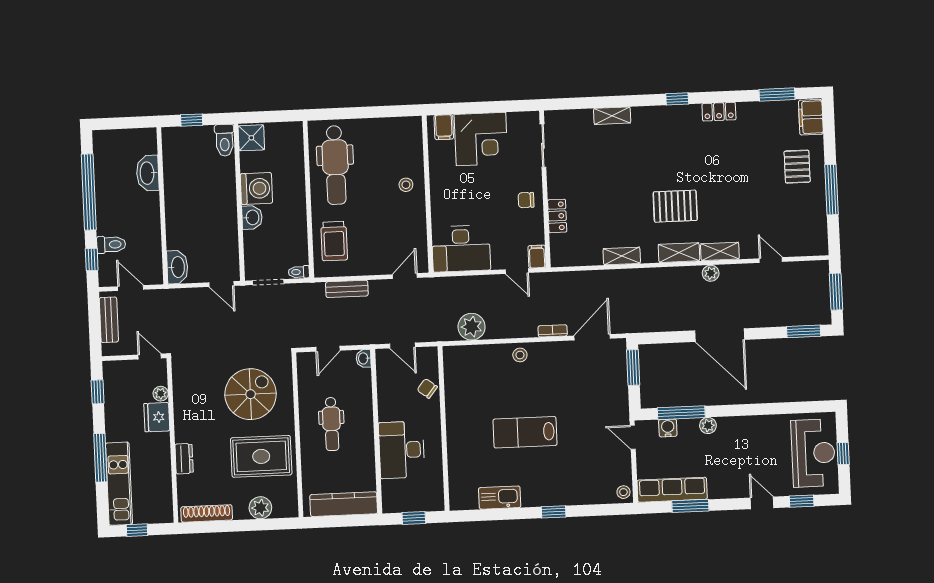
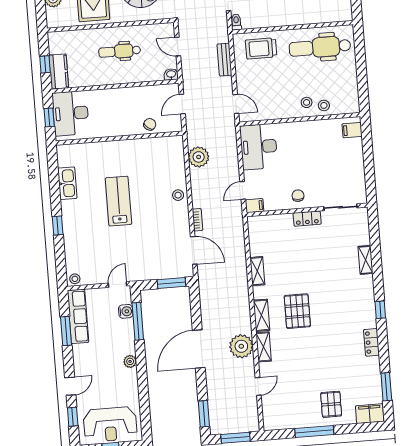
corner desk: (481, 139) -> (344, 159), removed
stool: (411, 163) -> (324, 105), added
pallet: (797, 167) -> (331, 404), turned 90
locker: (557, 216) -> (307, 219), moved
plant: (711, 273) -> (241, 346), width x1.87, depth x1.87
plant: (708, 426) -> (130, 361), moved
desk: (402, 450) -> (71, 113), moved, turned -90
kitchen counter: (344, 504) -> (59, 71), width x0.67
window: (345, 521) -> (45, 64), added

